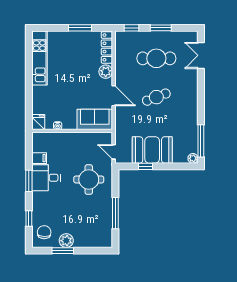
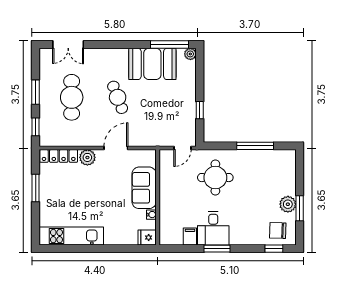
sofa: (95, 119) -> (144, 188), moved
booth: (152, 150) -> (152, 64), moved, turned 90
window: (29, 219) -> (274, 249), moved

